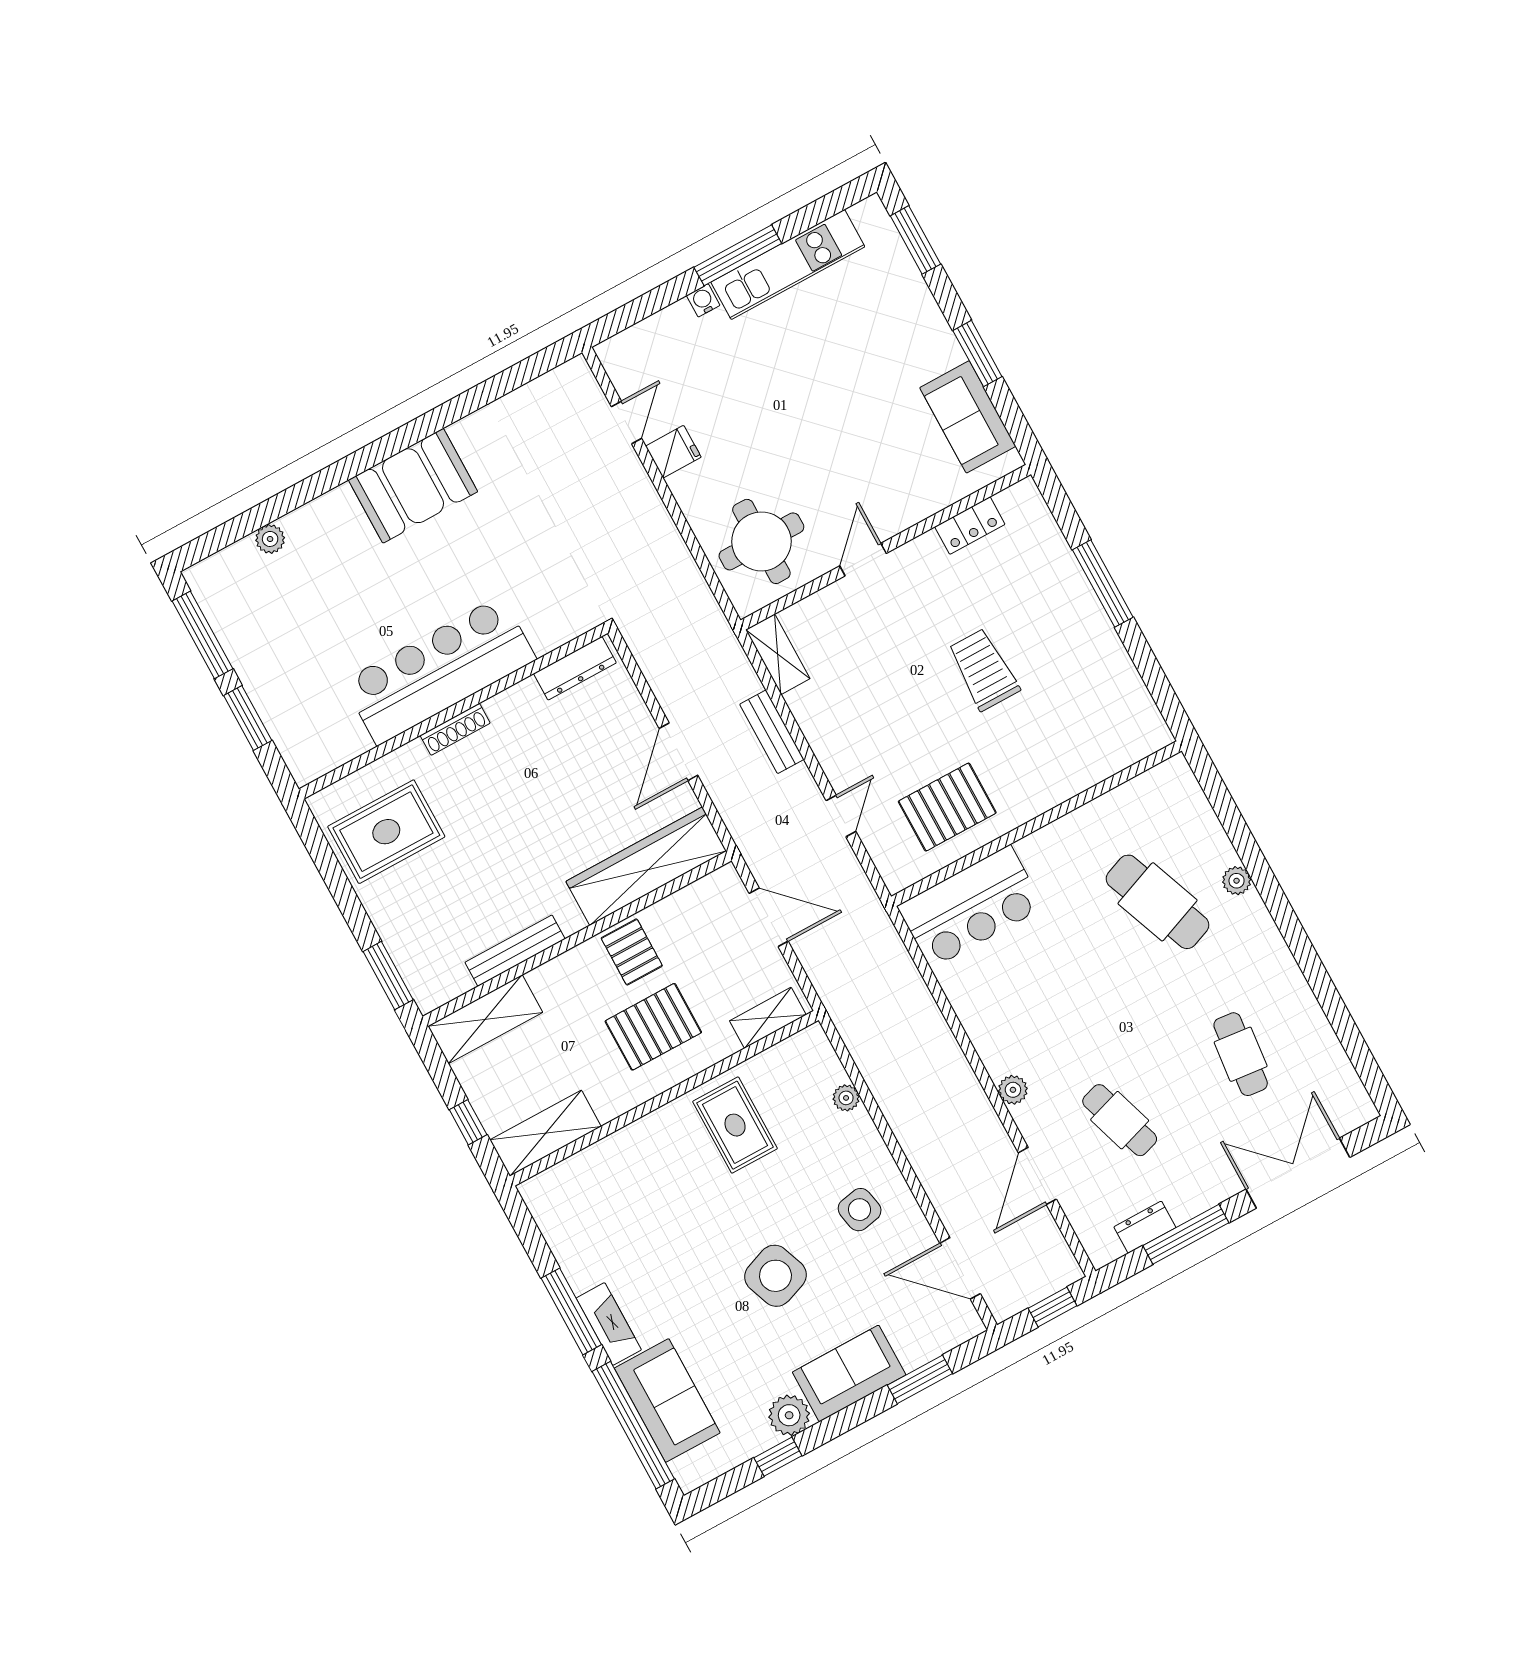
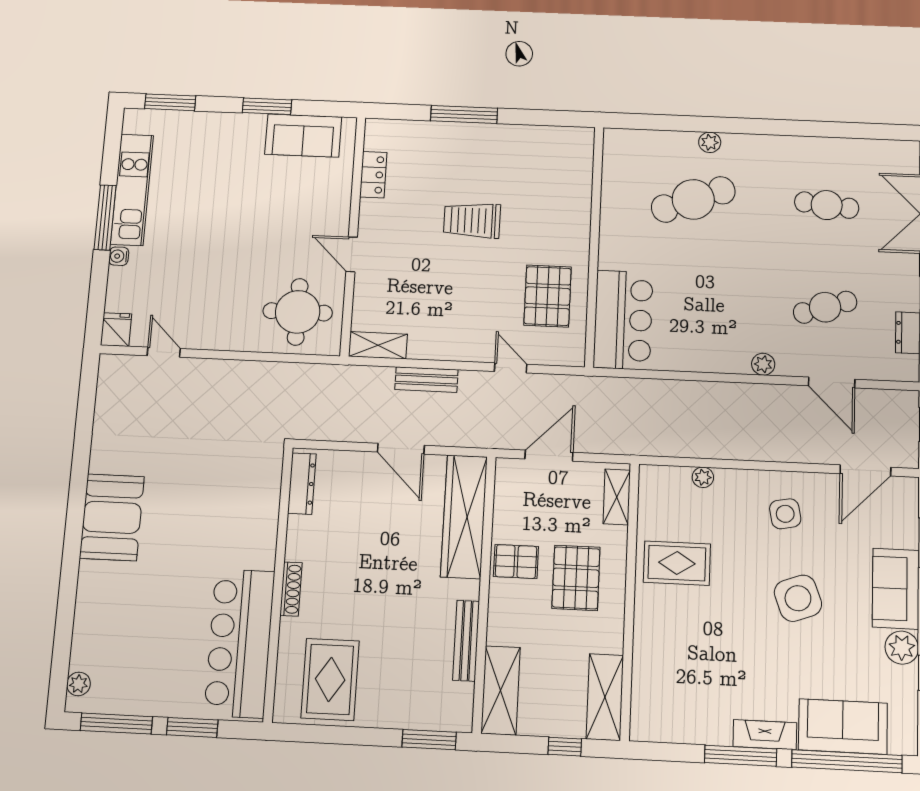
fridge: (673, 452) -> (116, 330), moved
plant: (270, 539) -> (78, 684), moved
bar counter: (439, 670) -> (240, 643), moved

